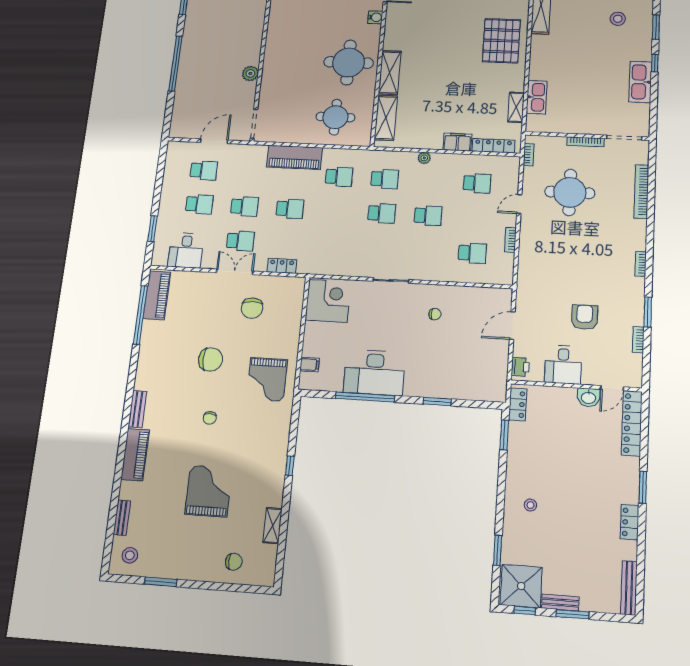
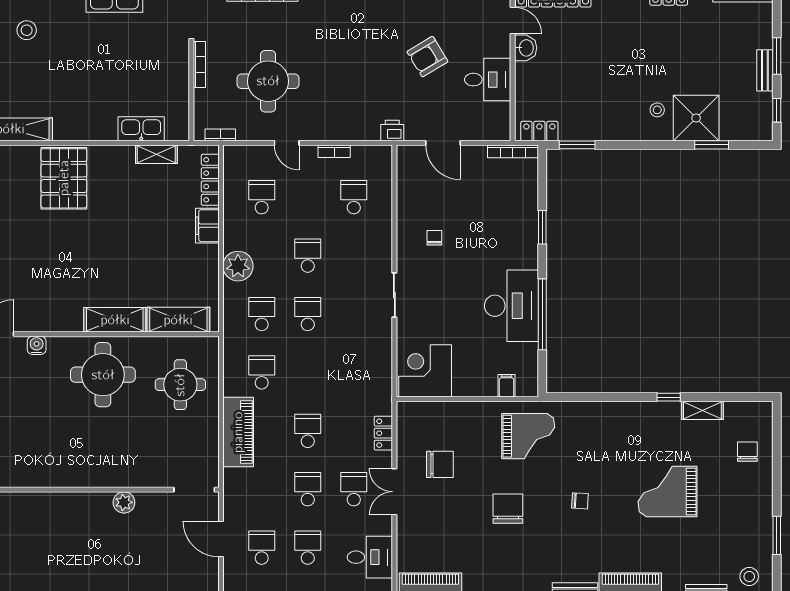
pallet: (501, 41) -> (64, 178), turned 90
plant: (424, 158) -> (238, 266), width x1.88, depth x1.88
armchair: (585, 317) -> (427, 57), turned -31
printer: (520, 367) -> (392, 131), moved
bookcase: (502, 382) -> (513, 151), added
window: (290, 466) -> (669, 397), moved
shower: (521, 586) -> (696, 118), moved

